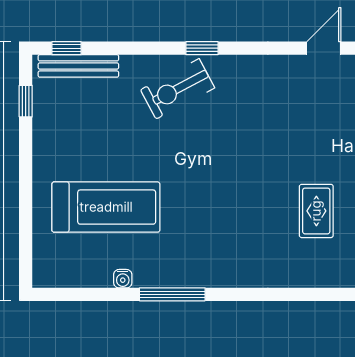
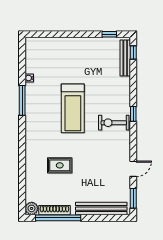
door: (324, 48) -> (133, 169), hinge flipped
exercise bike: (178, 89) -> (114, 123), moved, turned -62
treadmill: (106, 207) -> (73, 108), moved

